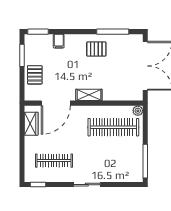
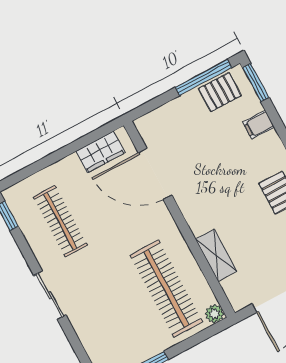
window: (22, 55) -> (203, 77), width x1.44
pallet: (35, 75) -> (220, 92), moved
shelving: (89, 95) -> (216, 255), moved

